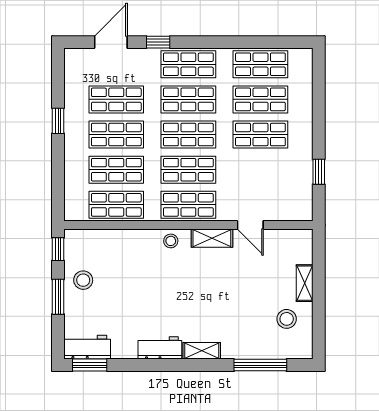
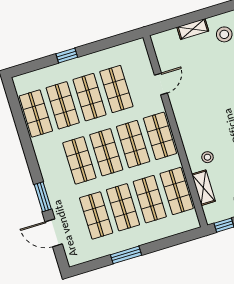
window: (158, 42) -> (43, 197), width x1.50
shop shelf: (188, 64) -> (116, 89), moved
window: (58, 121) -> (126, 255), width x1.50
window: (319, 172) -> (67, 56), moved
shelving: (212, 238) -> (203, 188), moved
stool: (171, 241) -> (207, 157), moved

